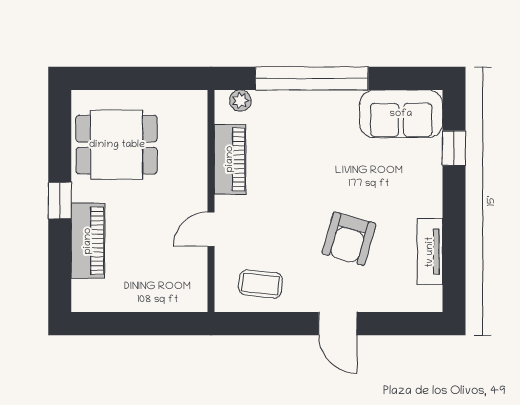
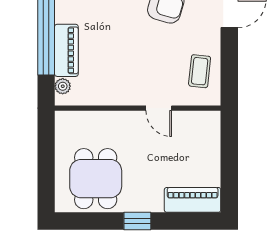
piano: (230, 159) -> (66, 50), moved, turned 90
piano: (88, 241) -> (193, 200), moved

